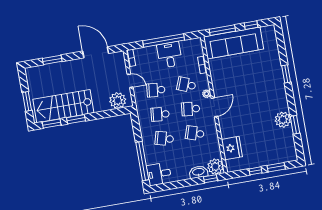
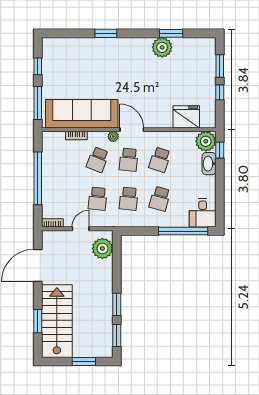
sofa: (234, 43) -> (82, 114), moved, turned -90
desk: (169, 55) -> (57, 174), removed
stairs: (63, 106) -> (57, 321), moved, turned 180

